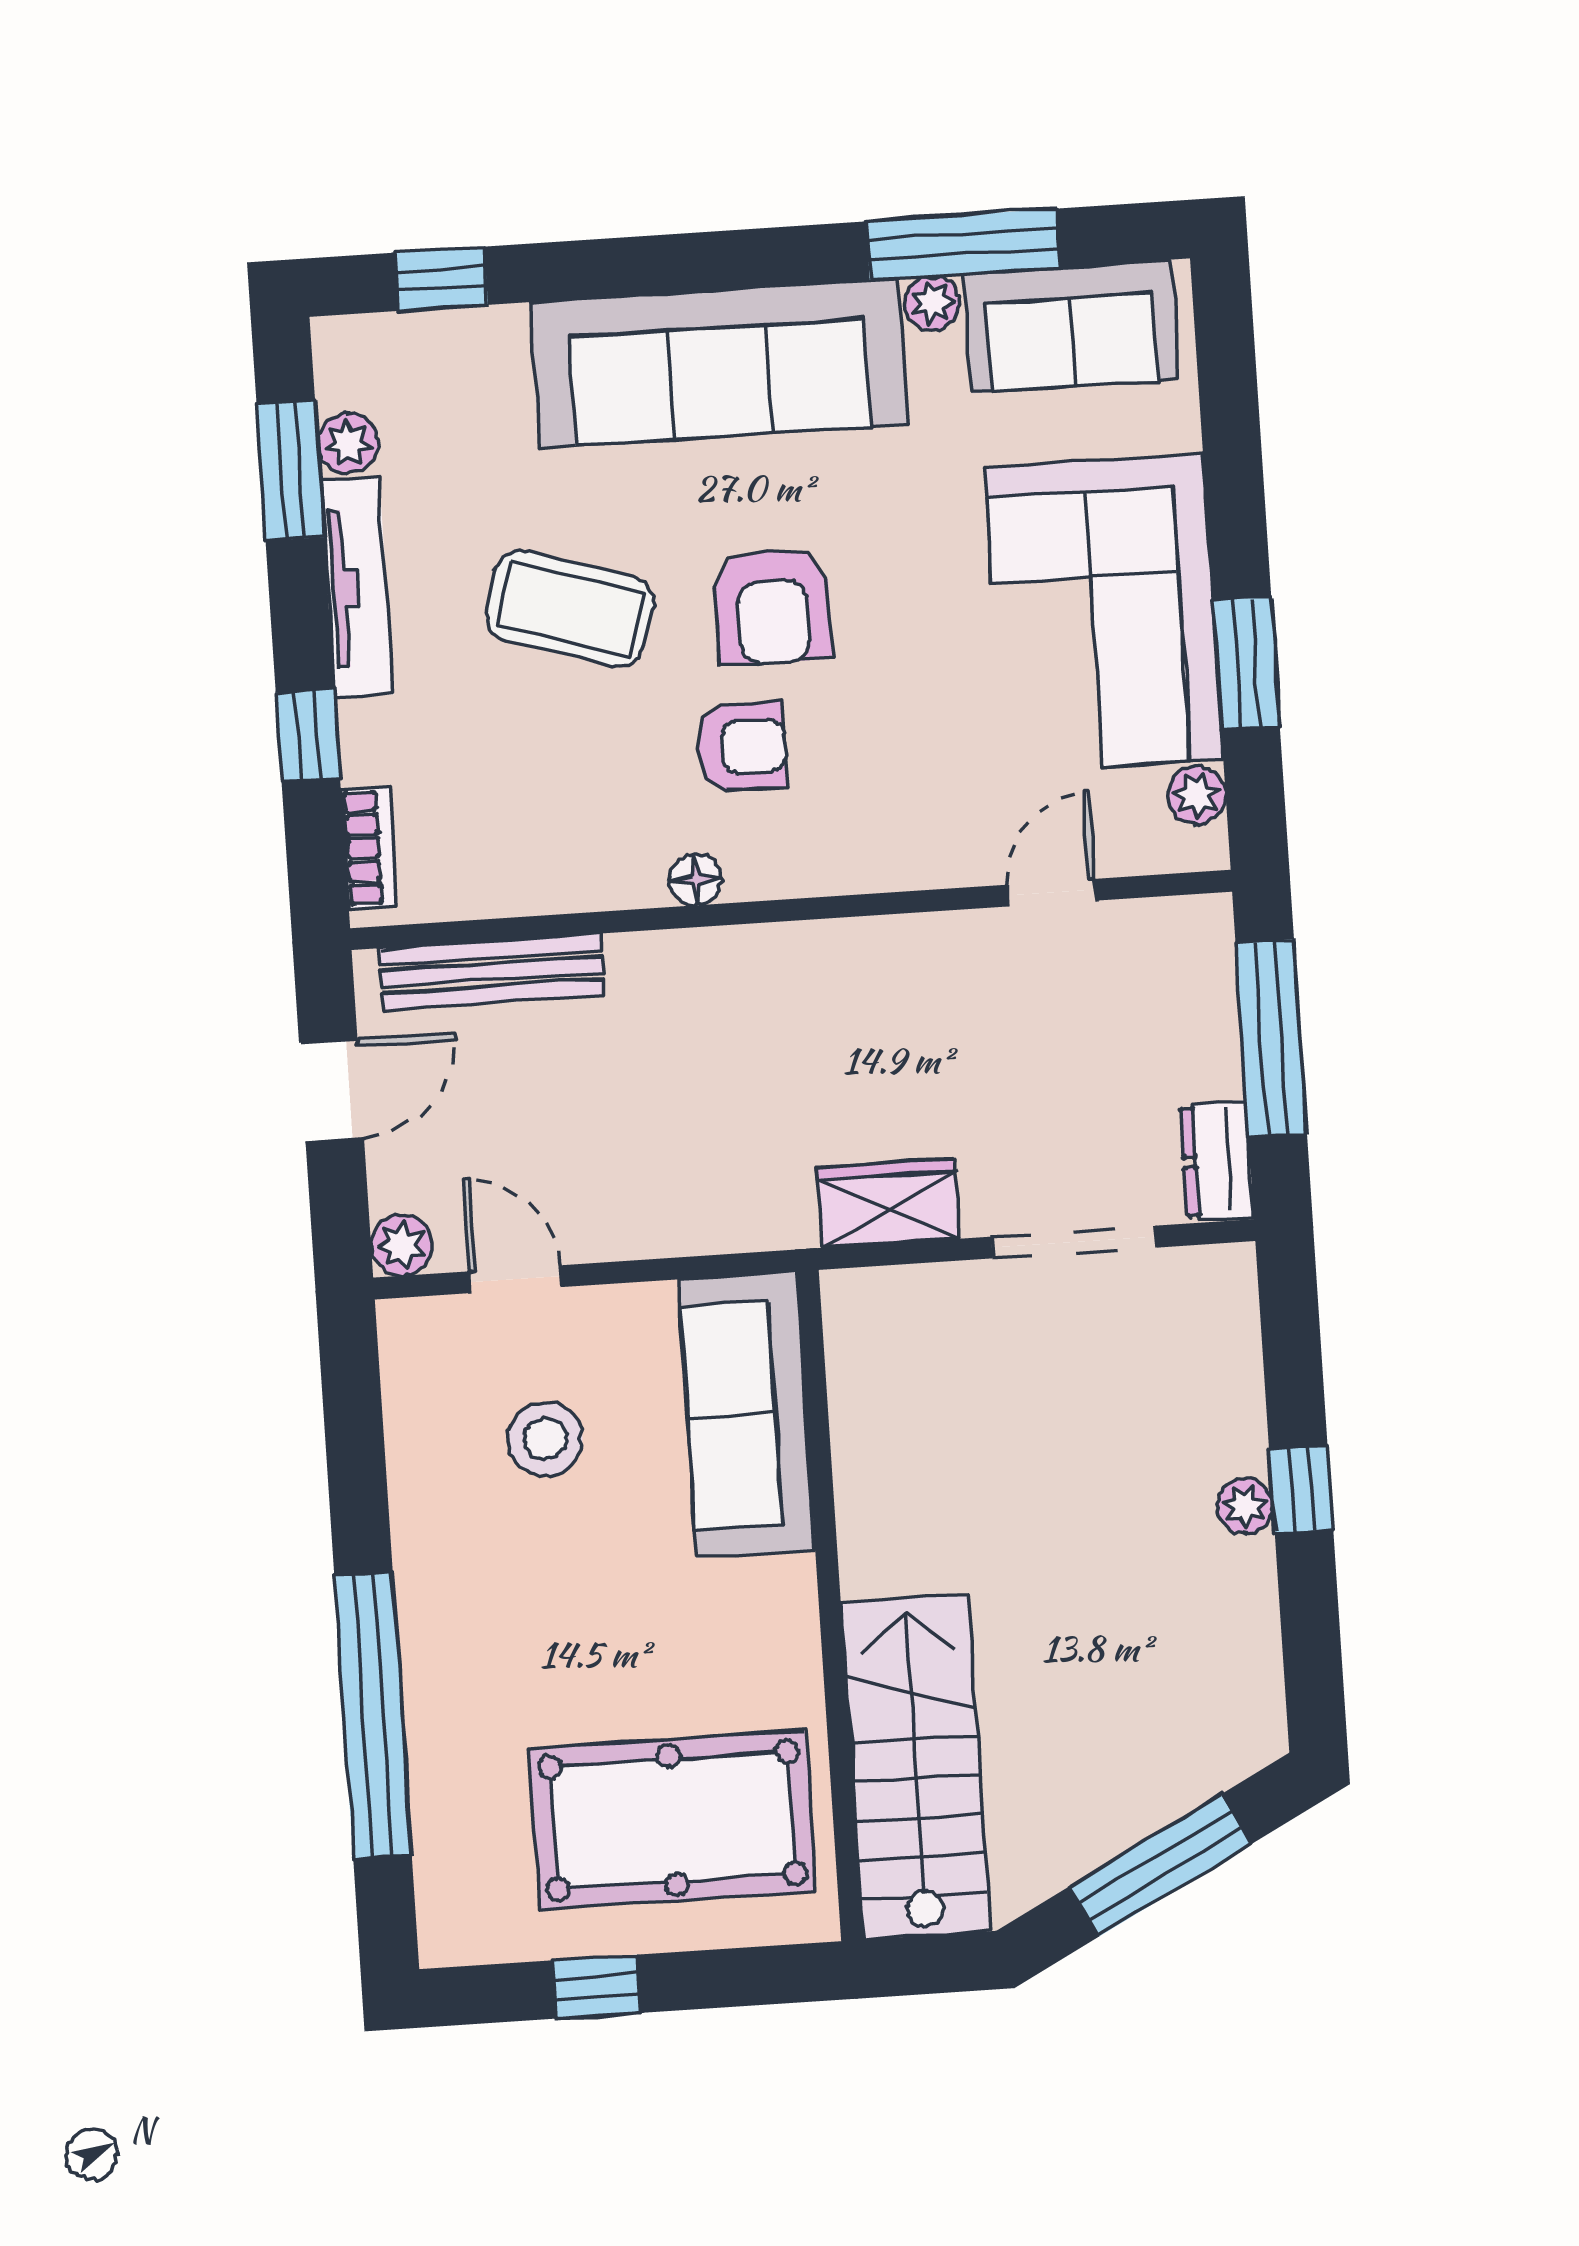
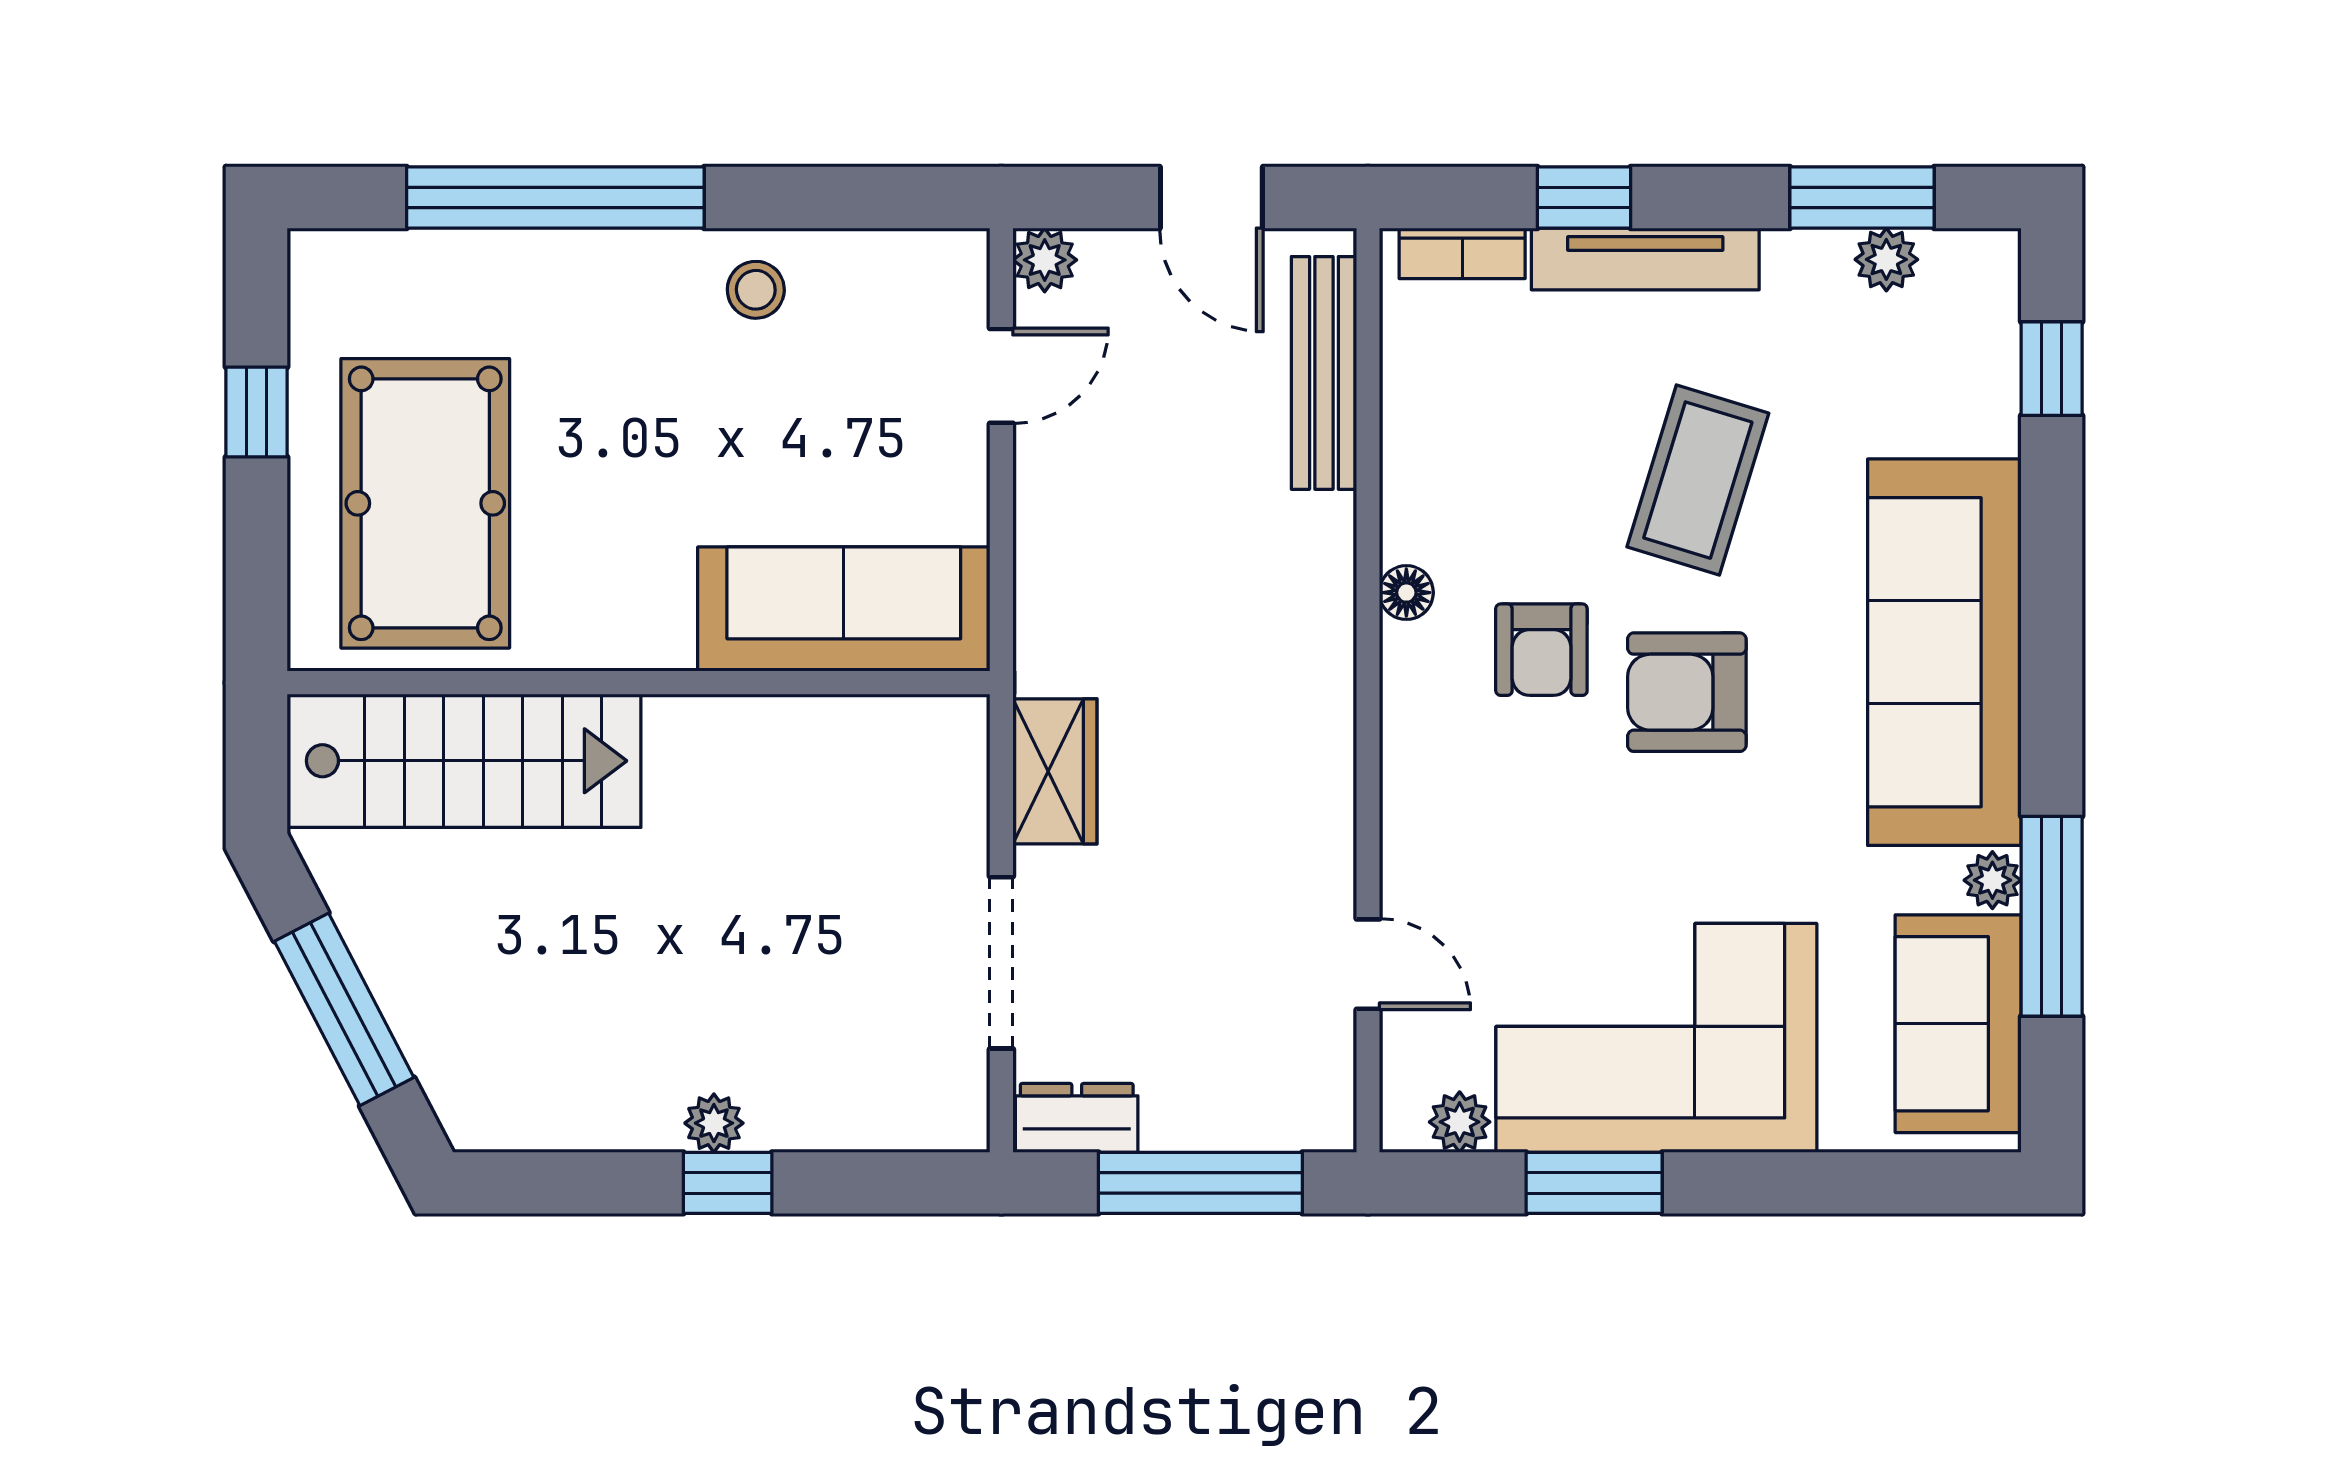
tv unit: (357, 588) -> (1645, 259), moved
stool: (545, 1439) -> (756, 290), moved, width x0.73, depth x0.73

